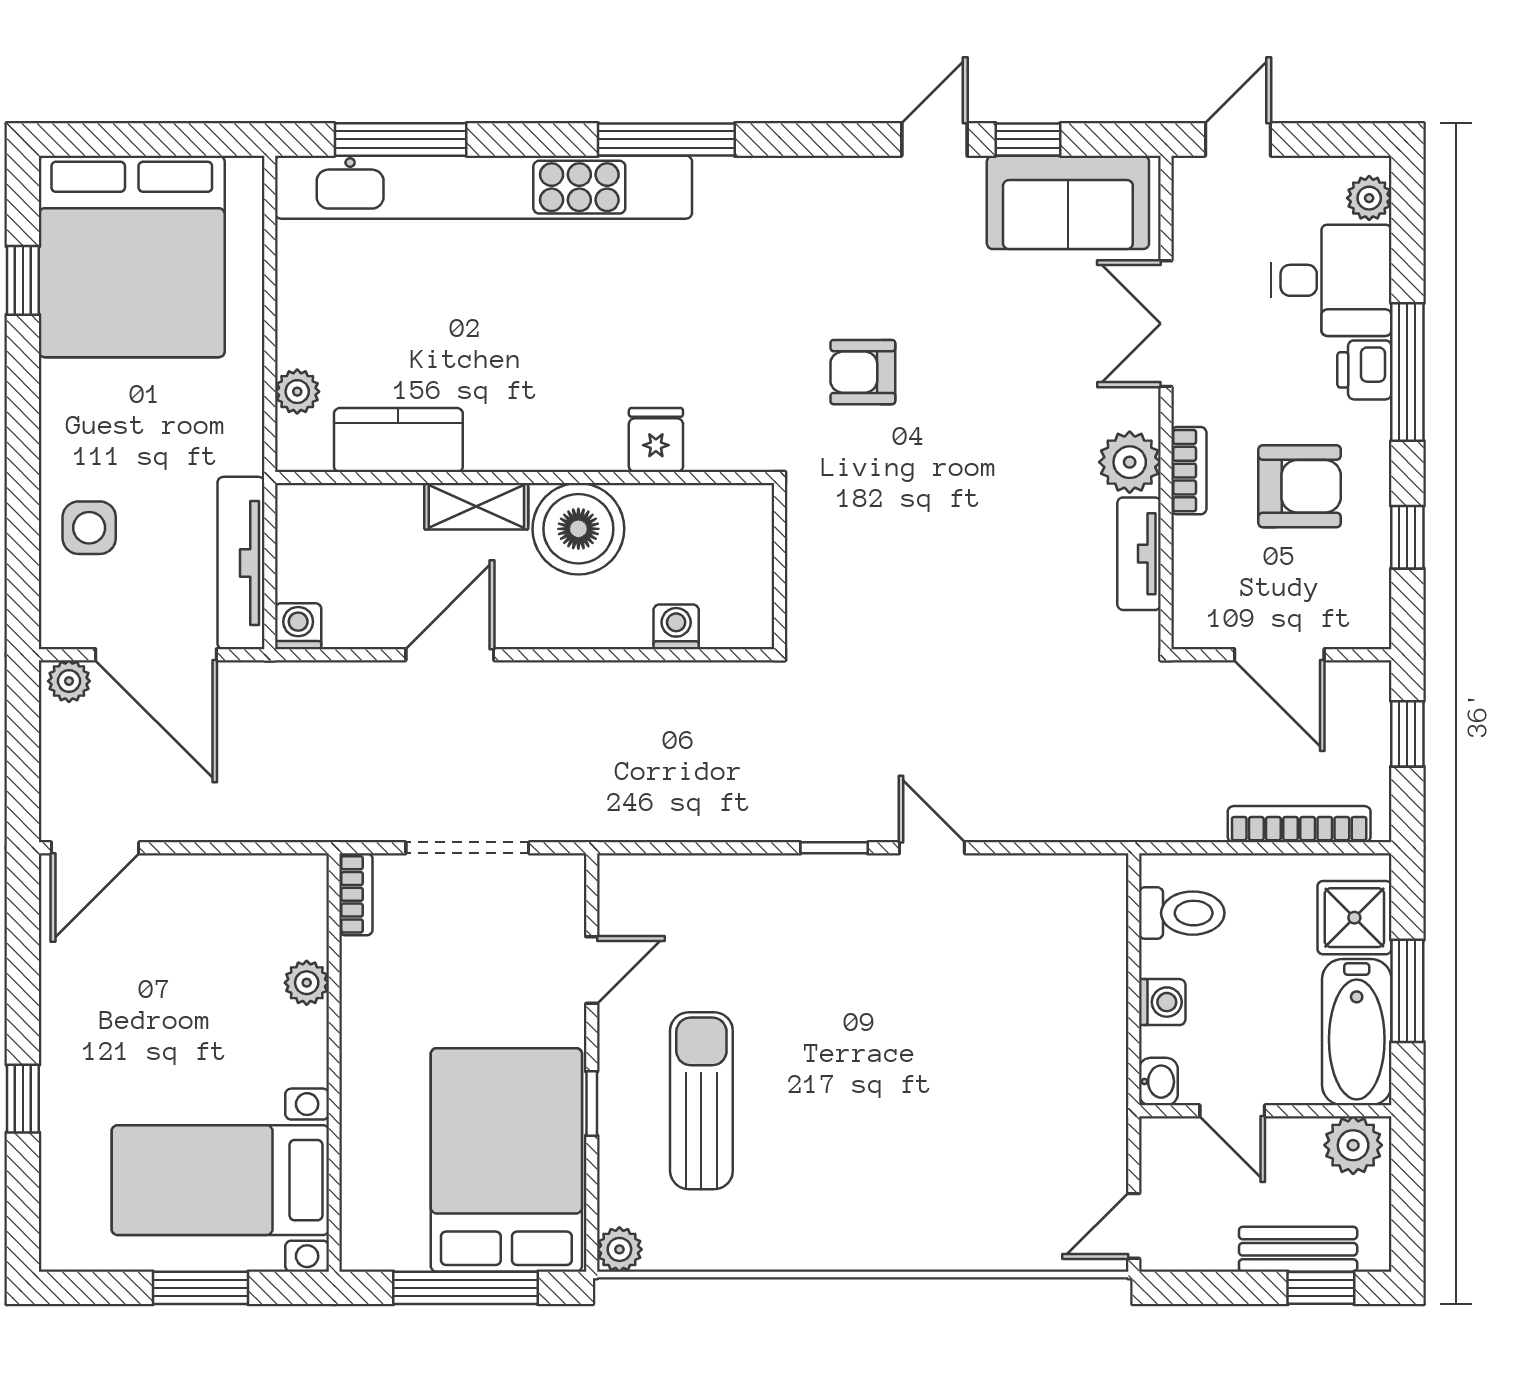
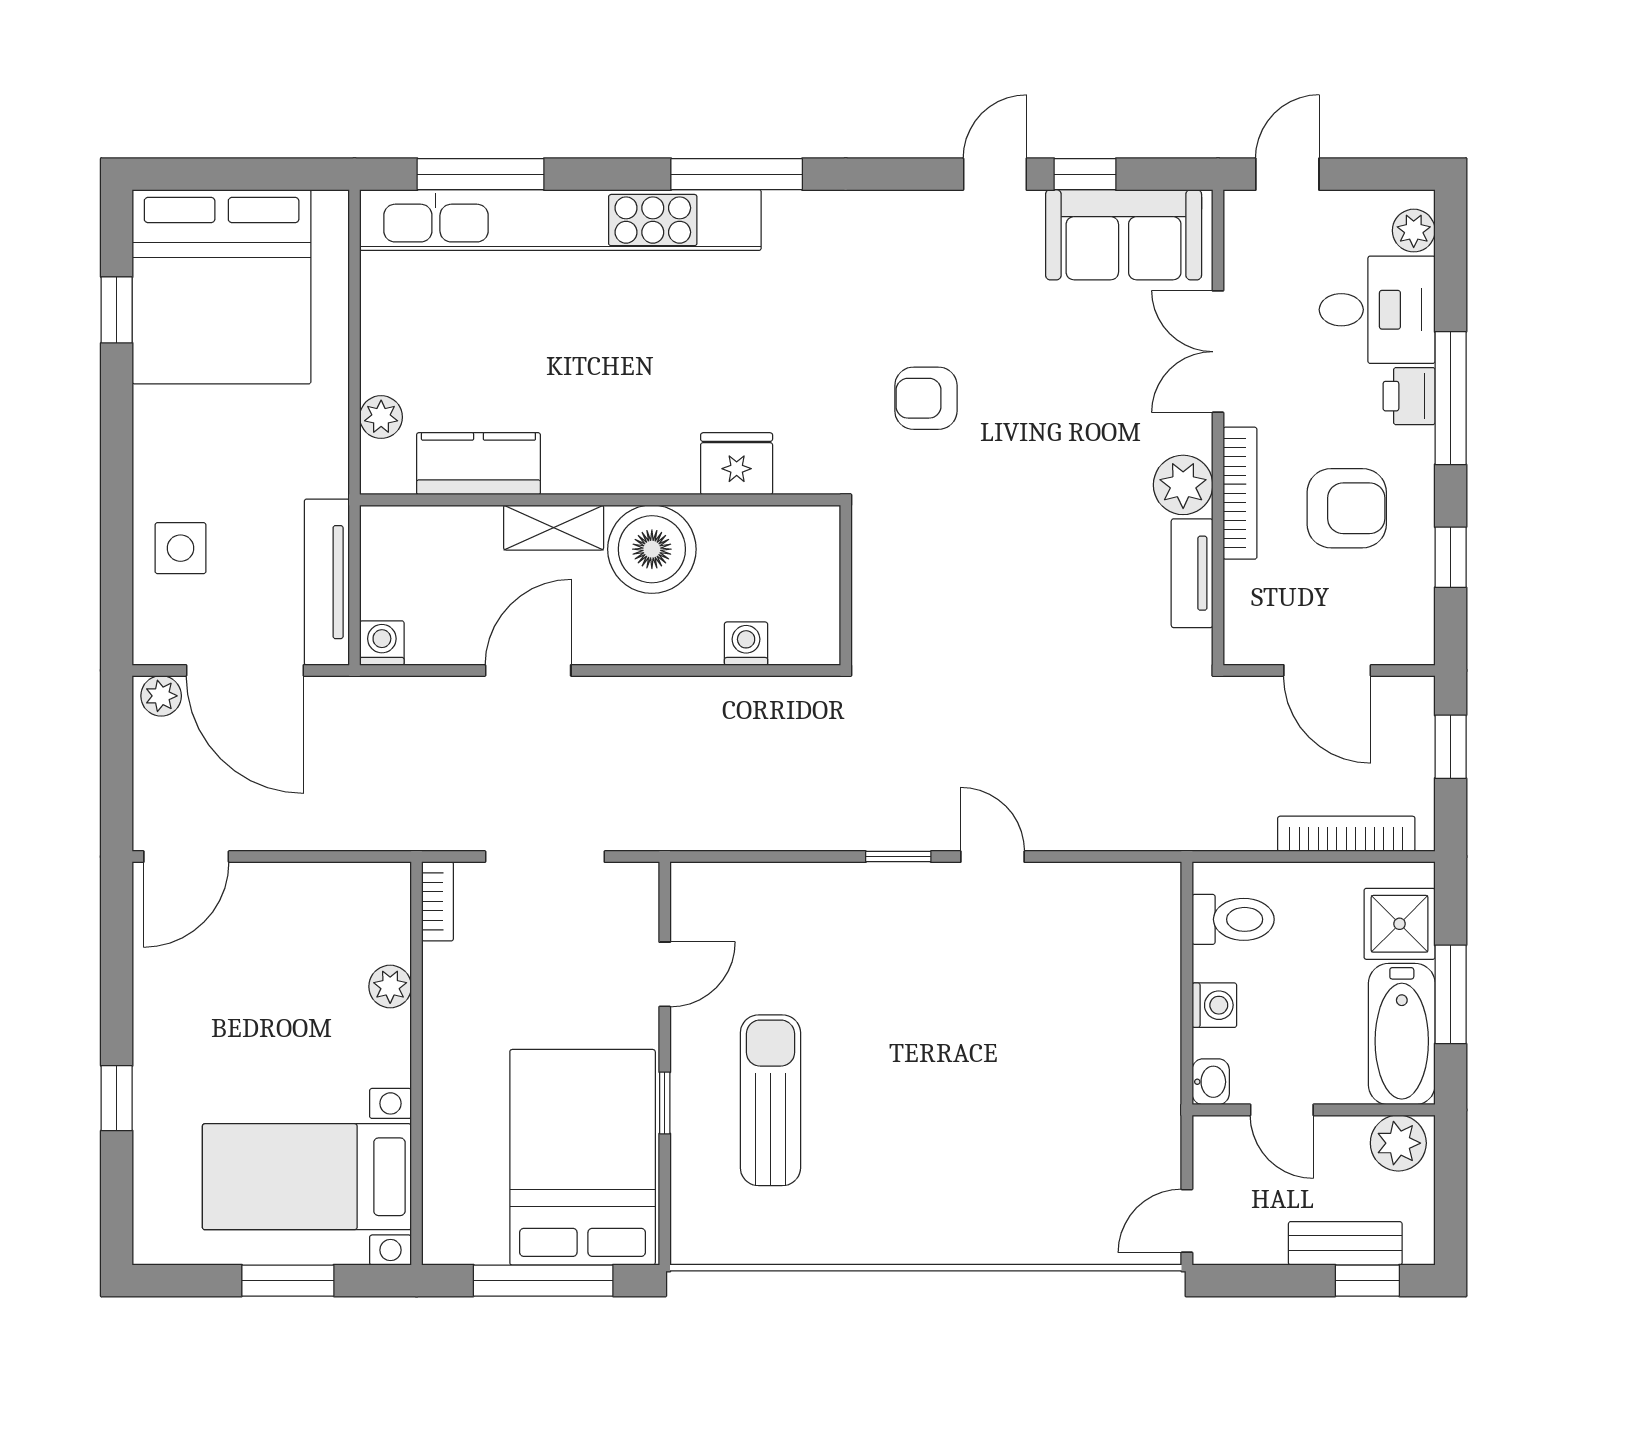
fridge: (656, 440) -> (737, 464), width x1.38
bookcase: (1189, 471) -> (1240, 493), width x1.56
plant: (619, 1249) -> (691, 1243), removed

